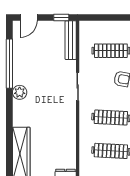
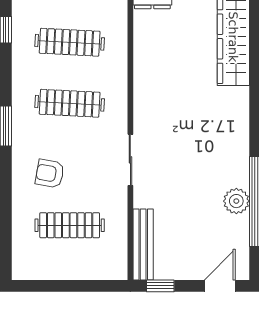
plant: (20, 92) -> (236, 201), moved

